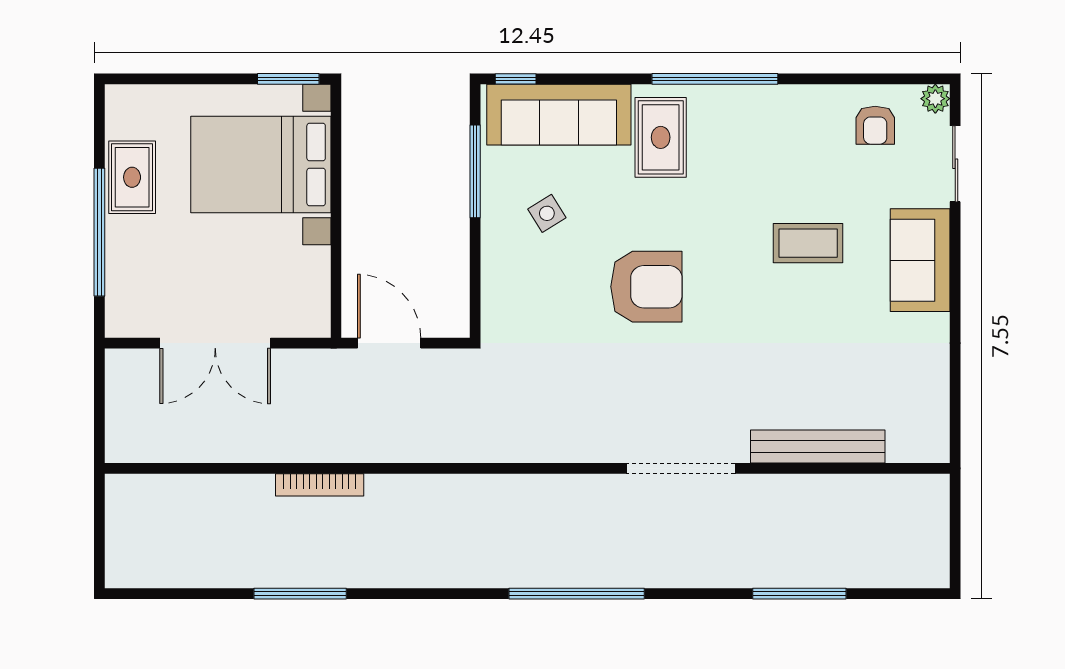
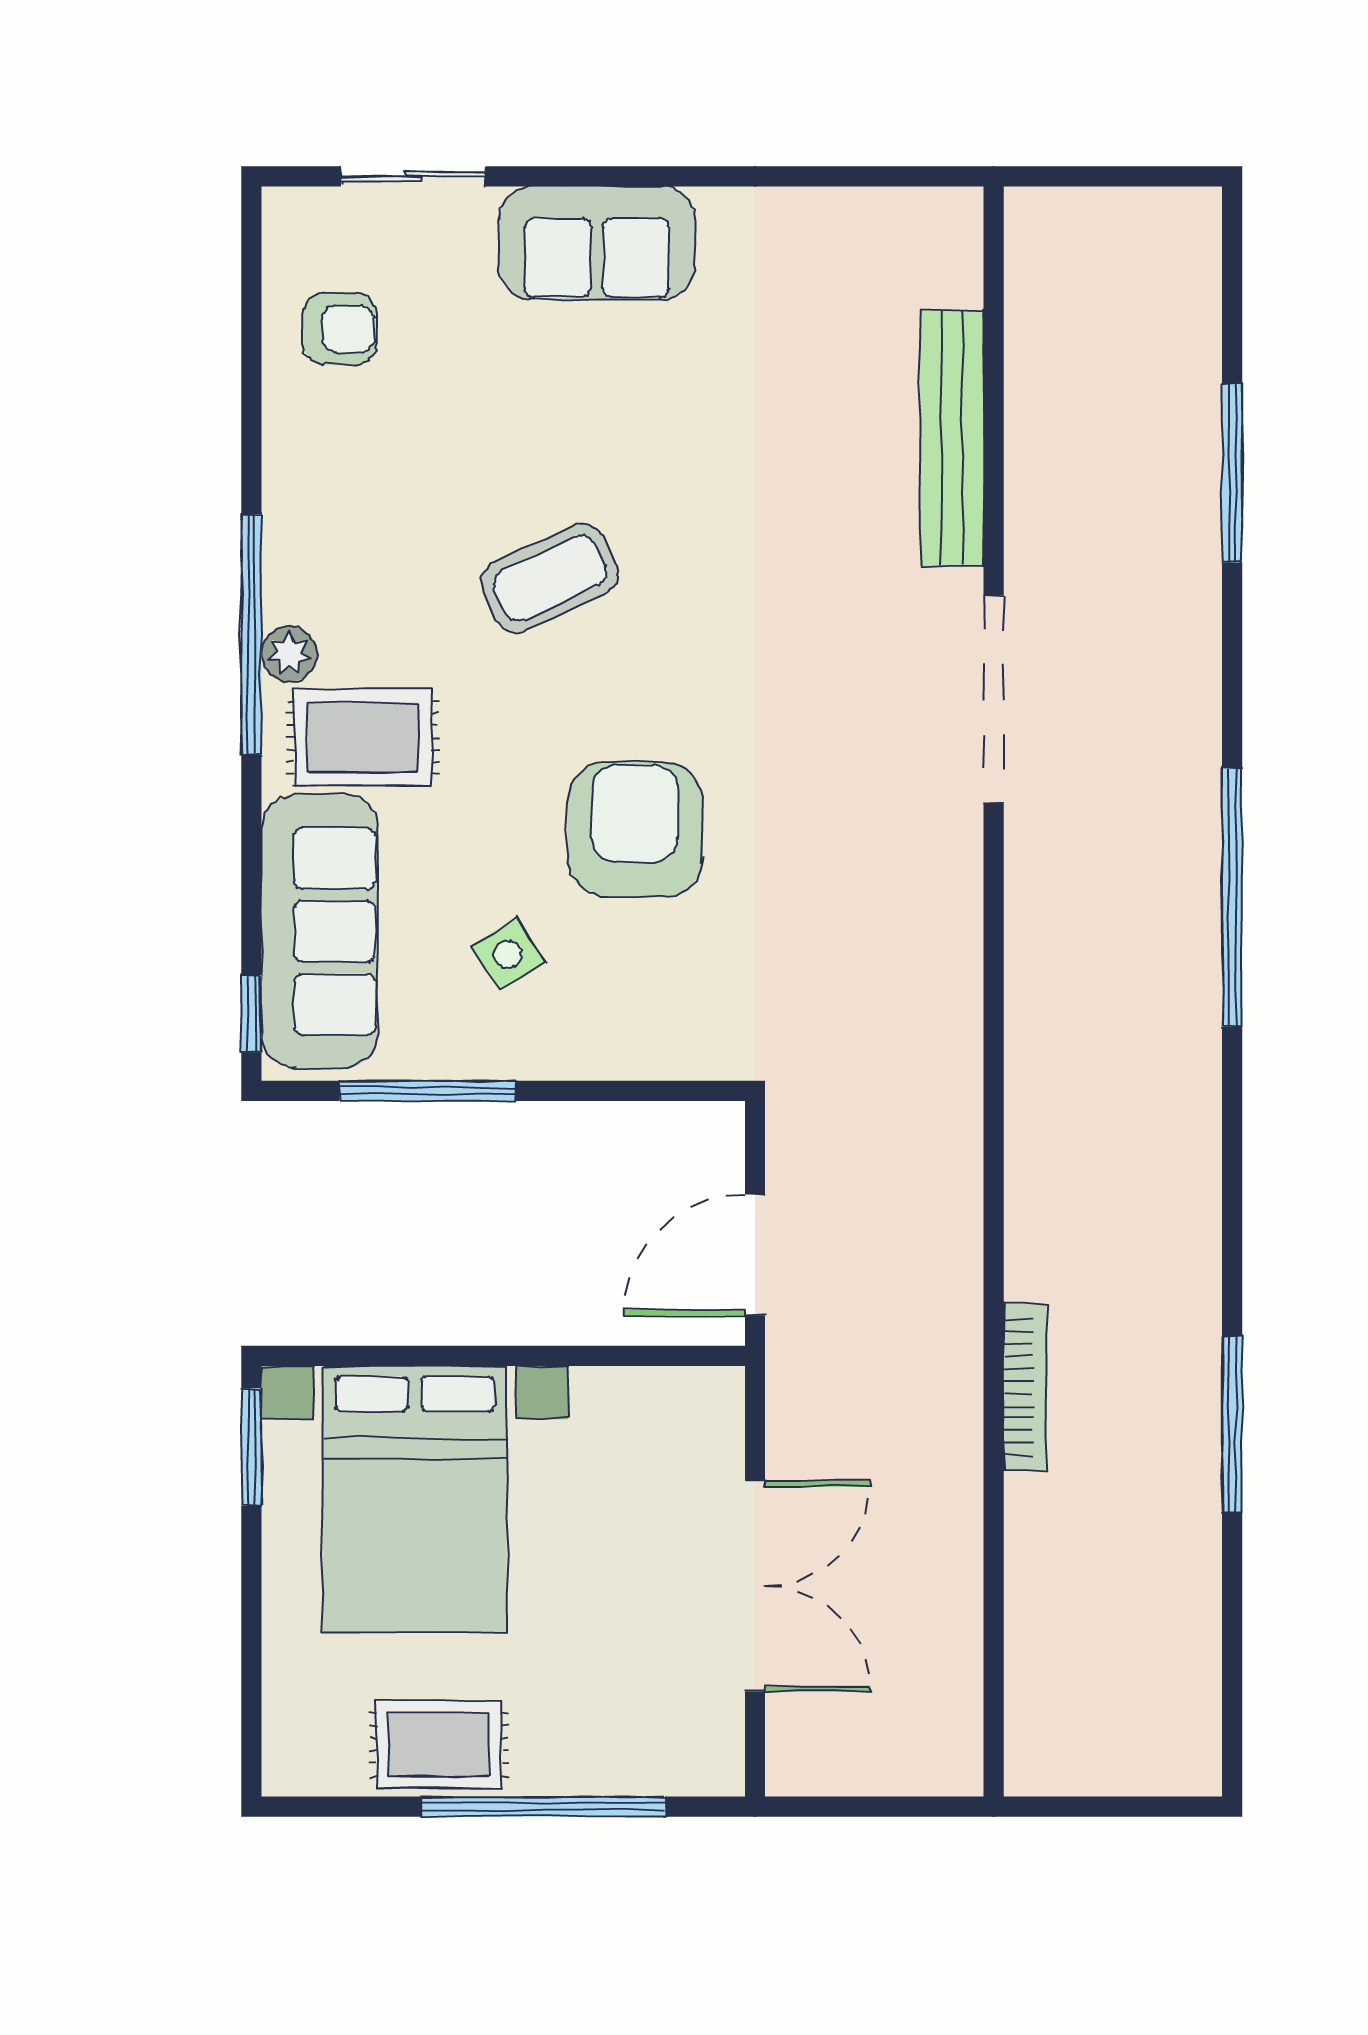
plant: (935, 99) -> (289, 654), moved
coffee table: (808, 243) -> (549, 578), moved, turned 65
armchair: (646, 287) -> (635, 830), moved

